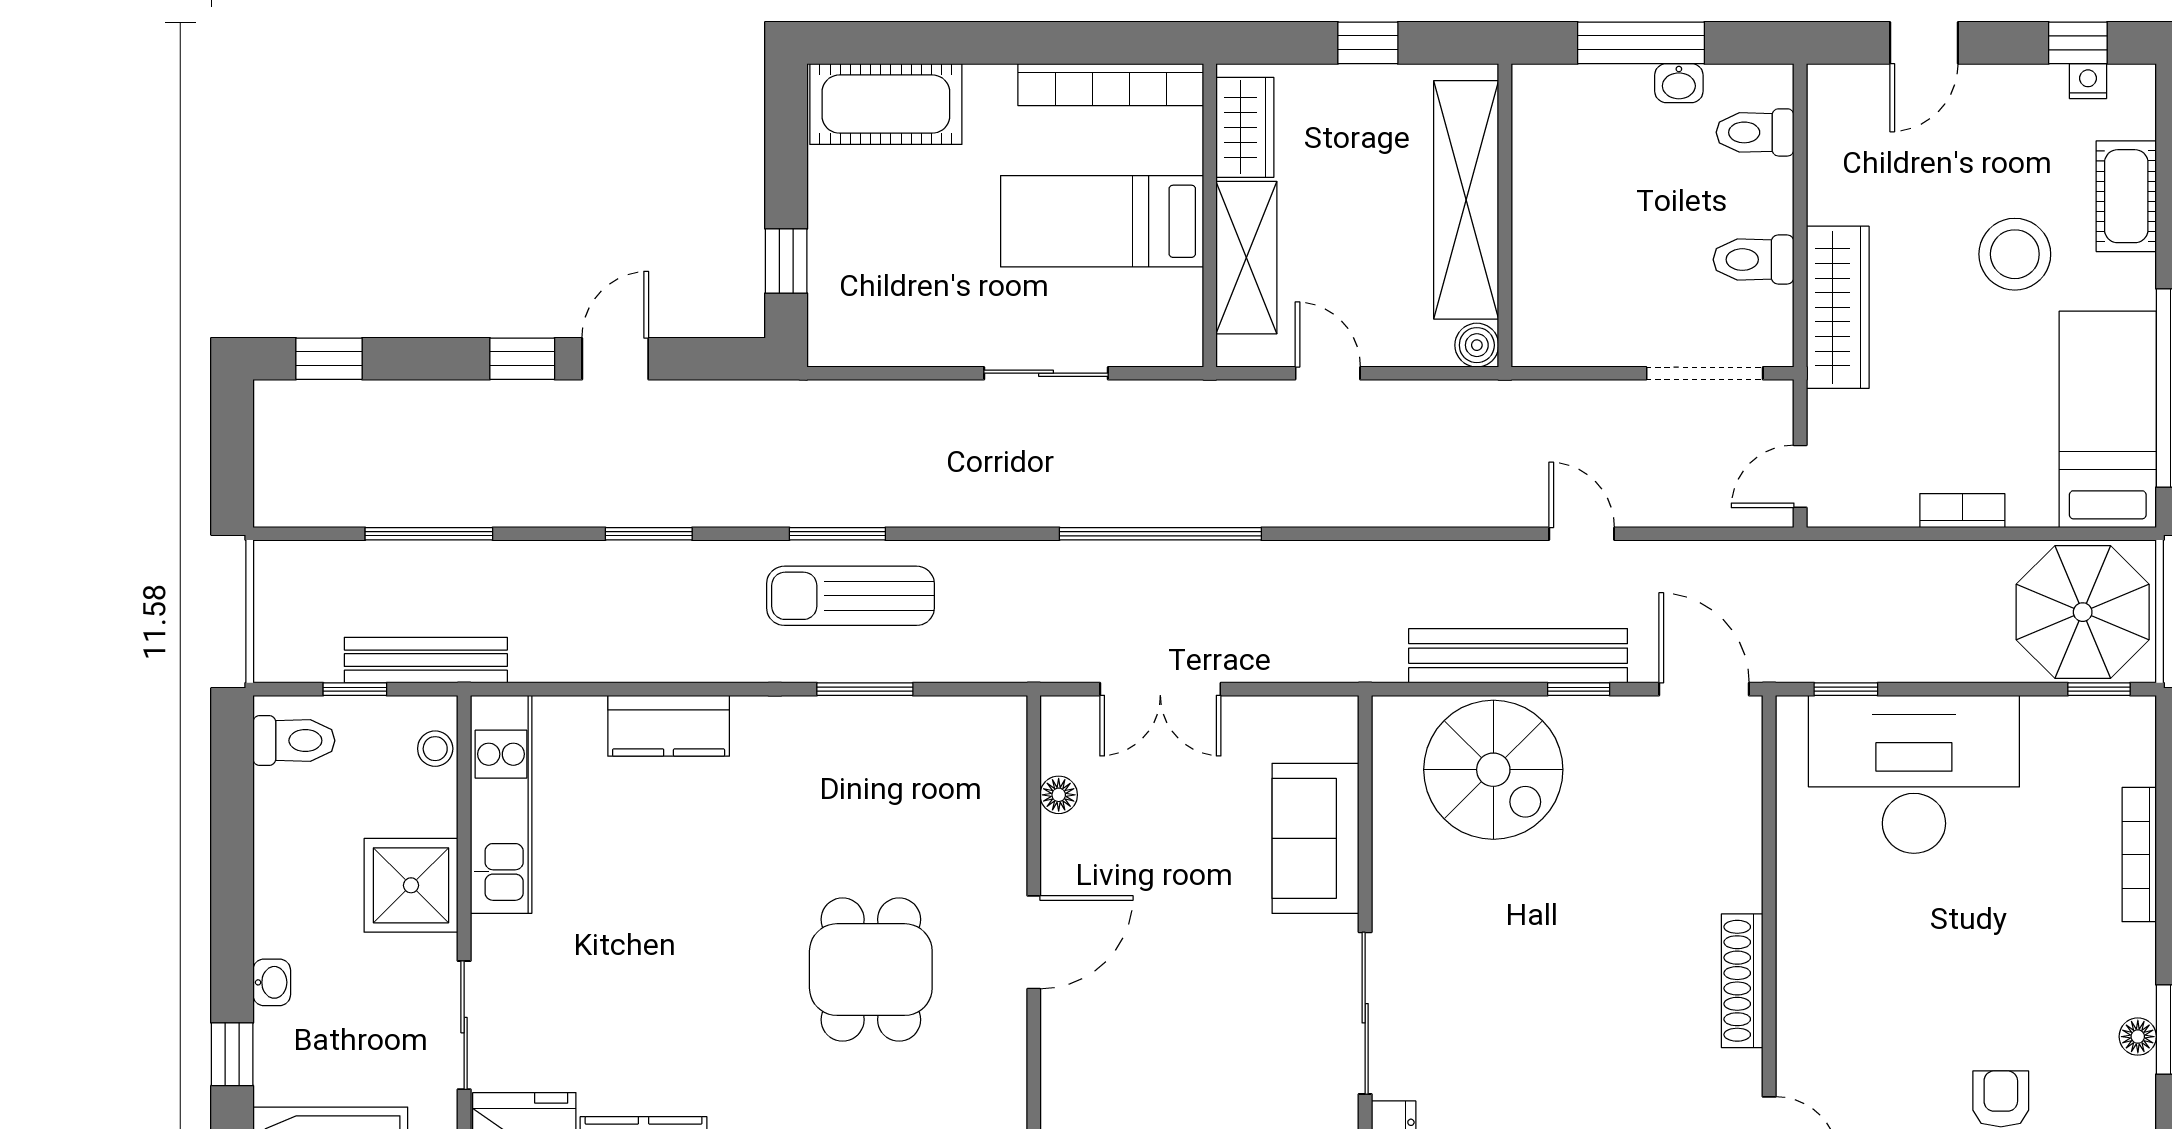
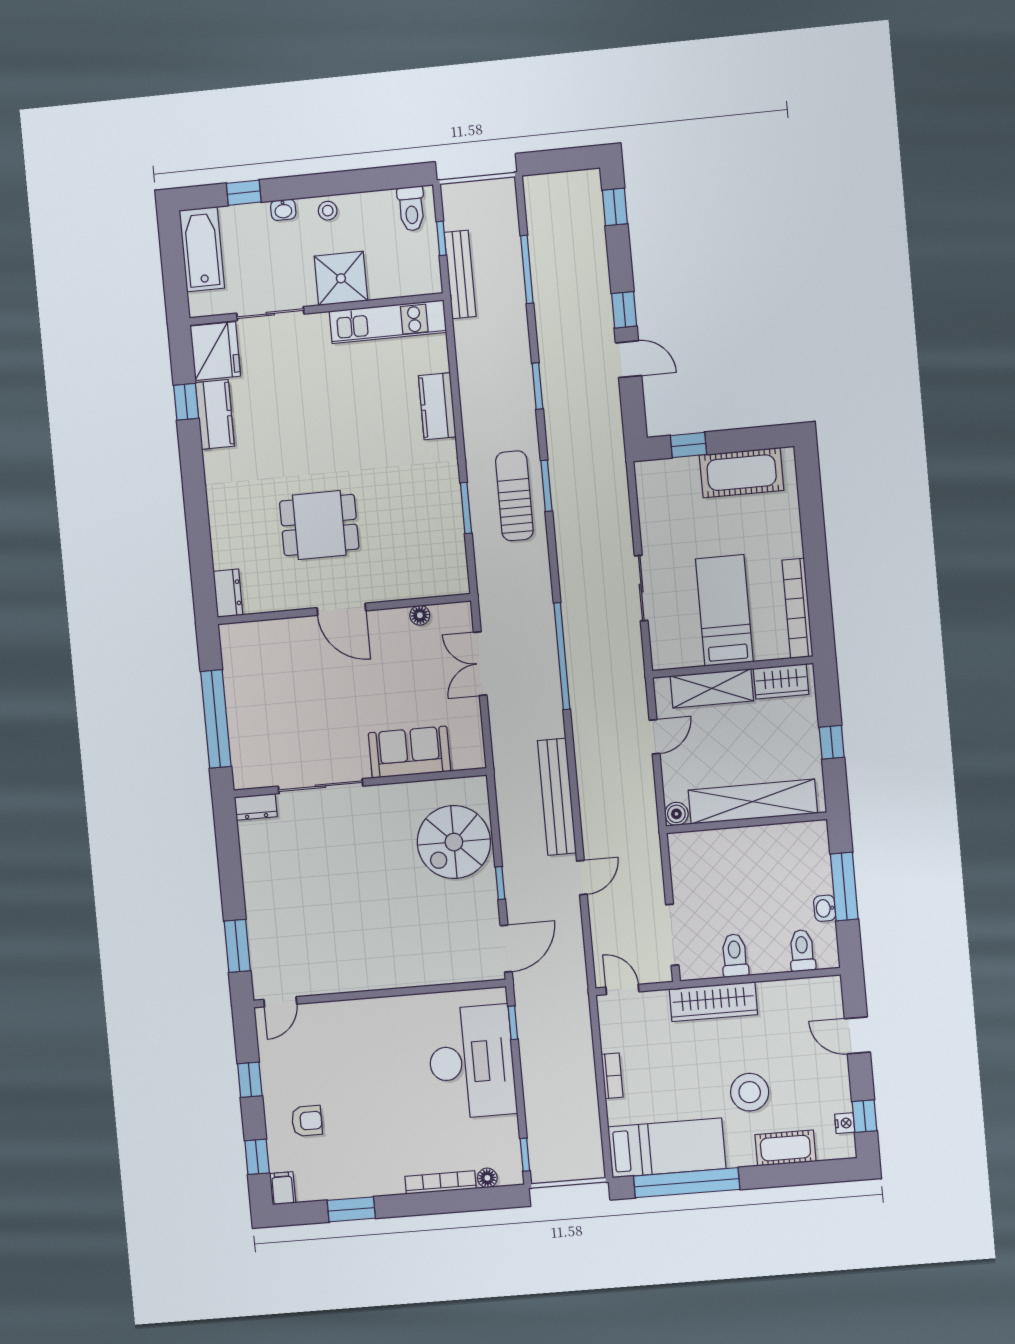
cot: (886, 104) -> (742, 473), moved, turned 90
parasol: (2083, 612) -> (565, 1143), removed
bench: (1518, 656) -> (557, 797), moved
stool: (435, 749) -> (328, 211), moved
shoe rack: (1742, 981) -> (356, 981), removed
floor lamp: (2138, 1037) -> (487, 1178), moved

